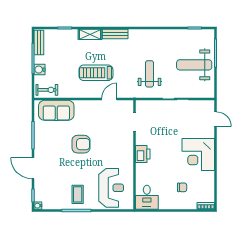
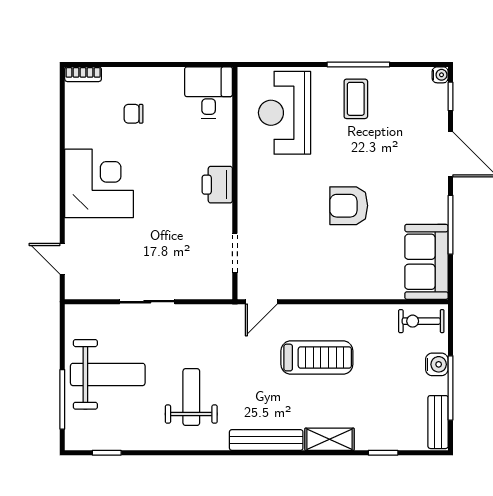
bench: (115, 34) -> (266, 440), width x1.36
weight bench: (150, 74) -> (191, 397), moved, turned 180
door: (109, 99) -> (261, 302), moved
sofa: (56, 110) -> (426, 262), moved, turned -90

